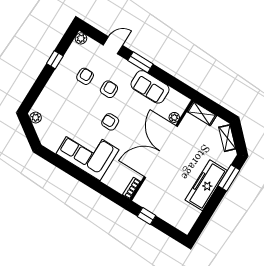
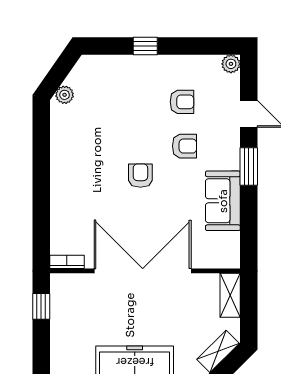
window: (55, 60) -> (145, 46), moved
plant: (174, 117) -> (201, 260), removed
plant: (36, 118) -> (65, 95), moved
corner sofa: (87, 152) -> (80, 170), removed

